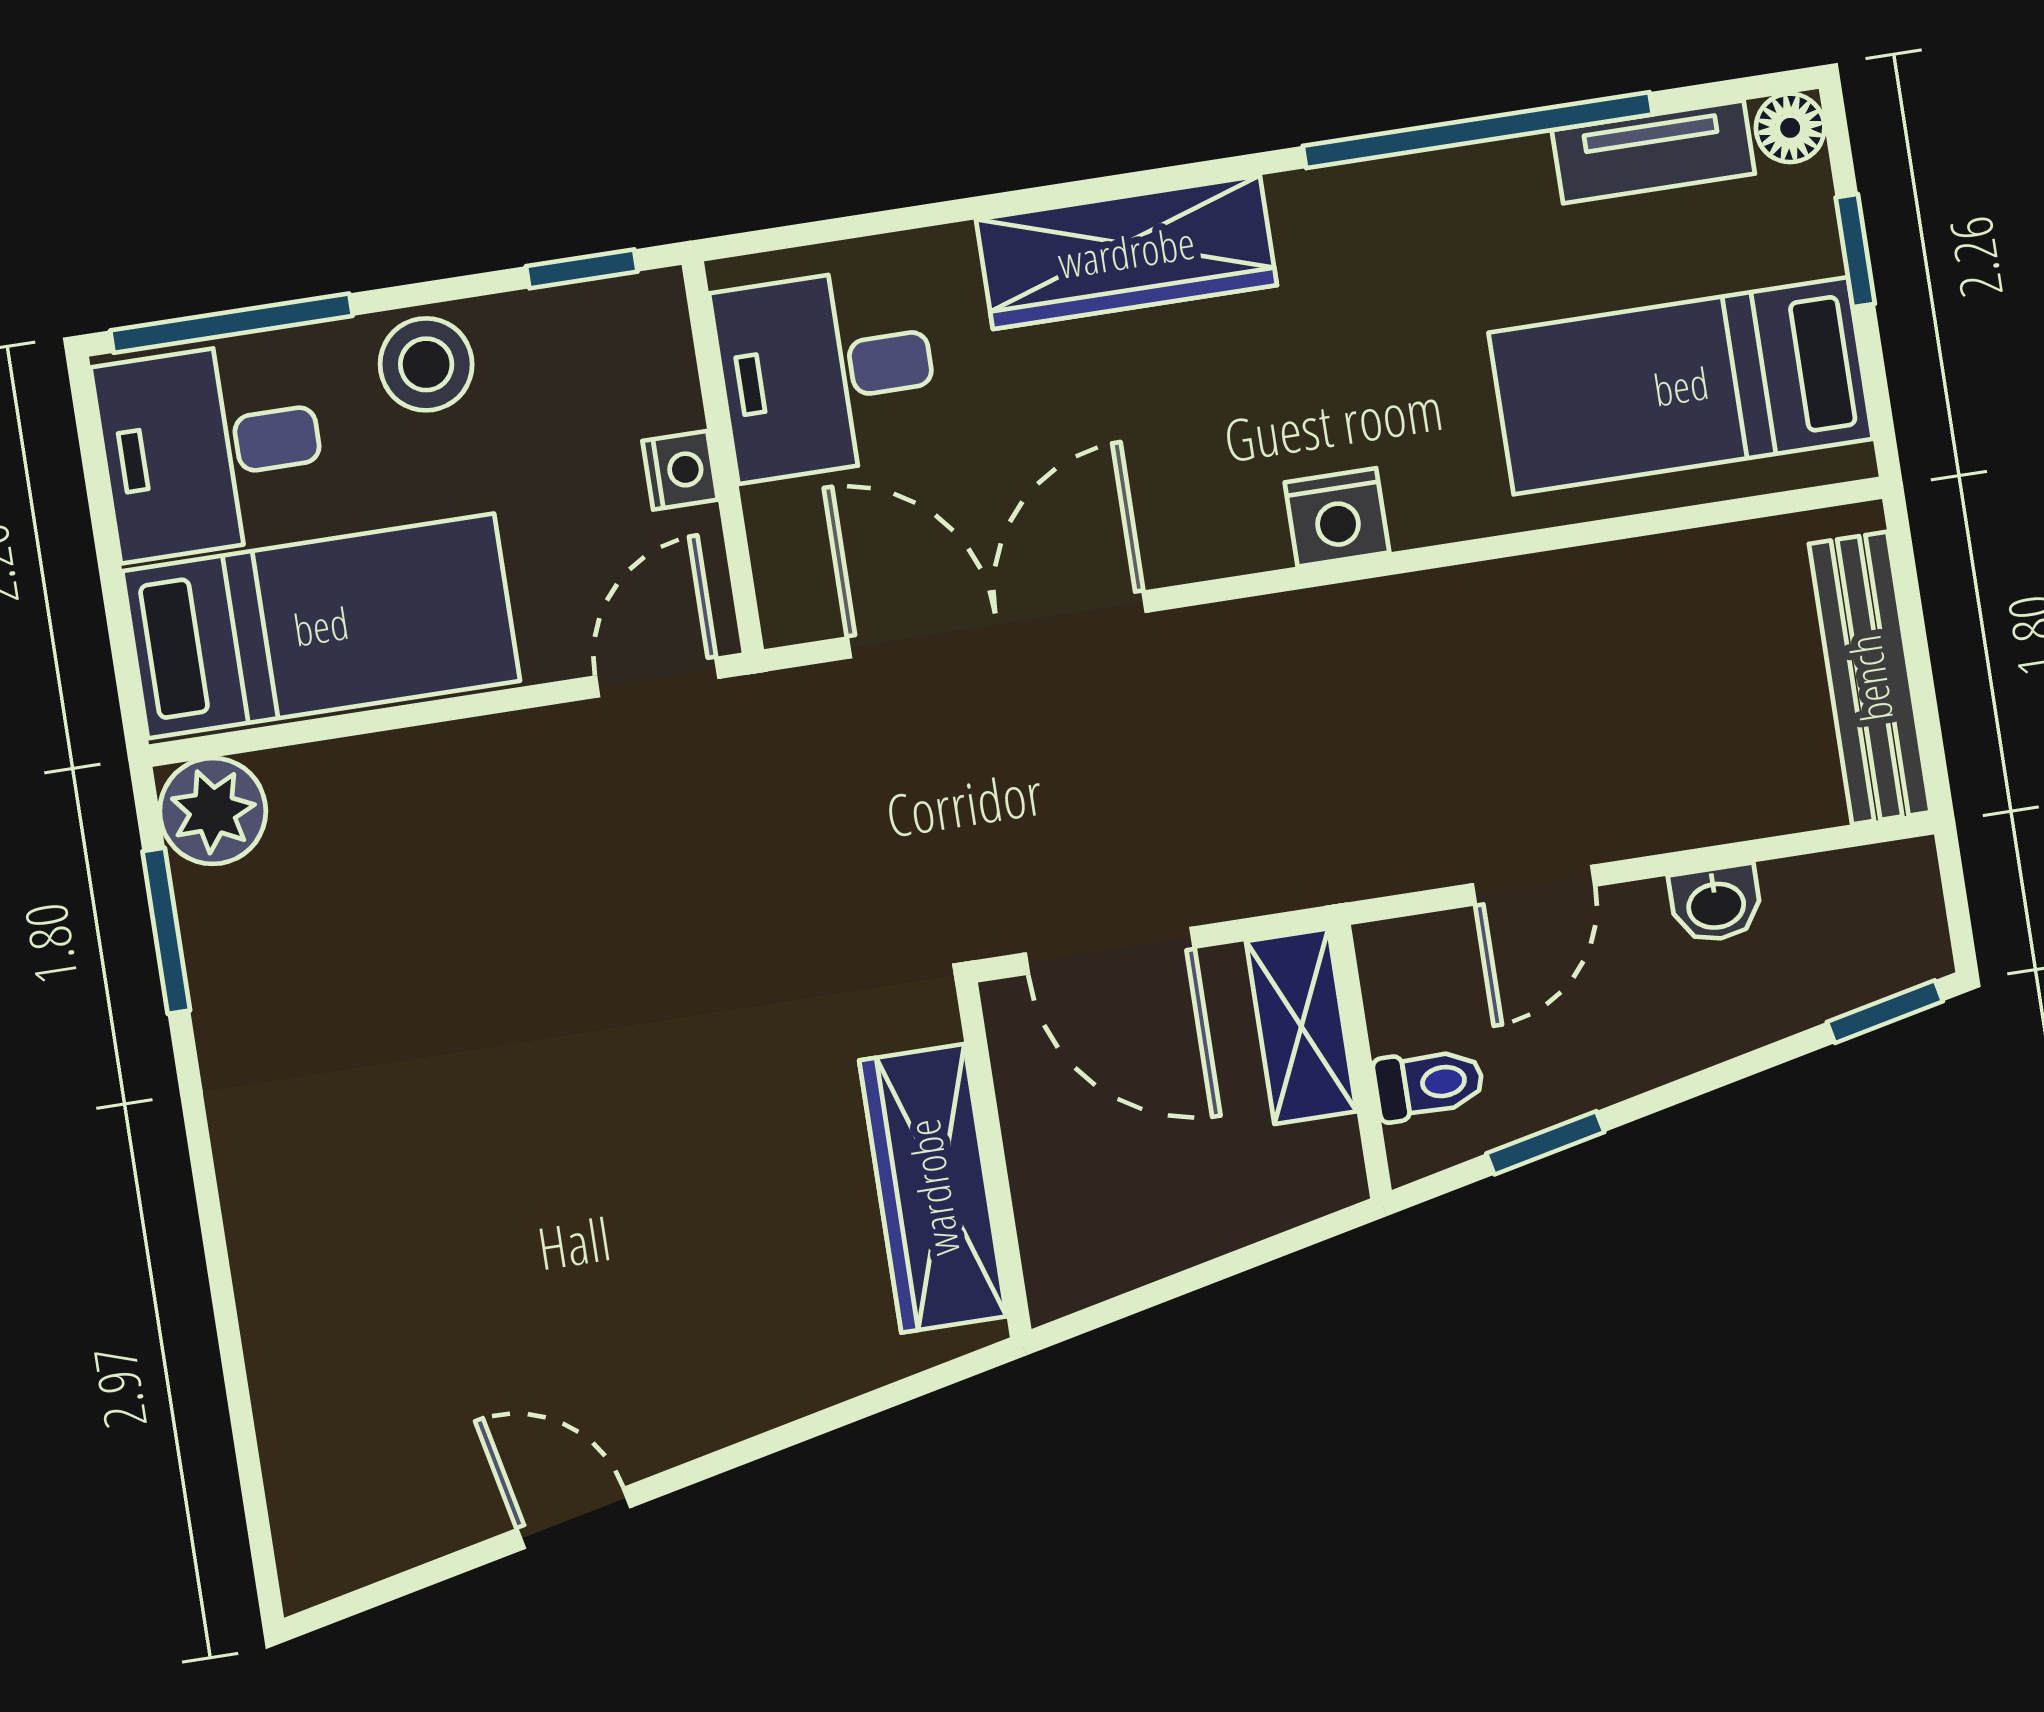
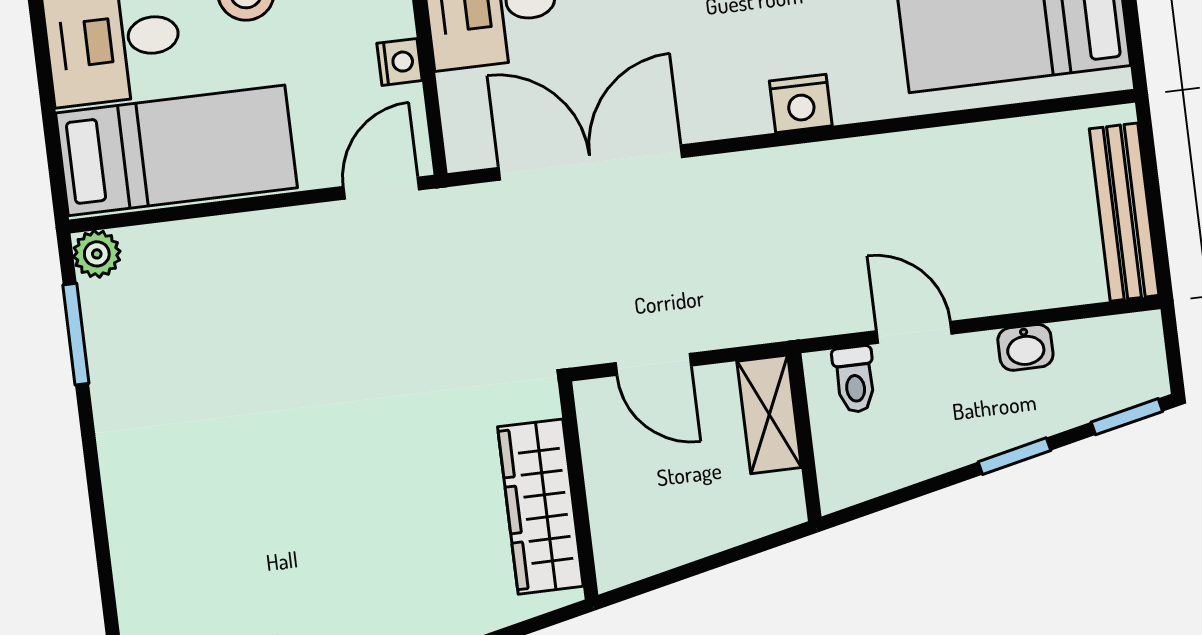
plant: (213, 811) -> (97, 254), width x0.73, depth x0.73
door: (1534, 885) -> (914, 332), swing flipped
door: (1110, 951) -> (653, 364), width x0.73
toilet: (1429, 1084) -> (855, 379), moved, turned 90
window: (1545, 1143) -> (1014, 456), moved

